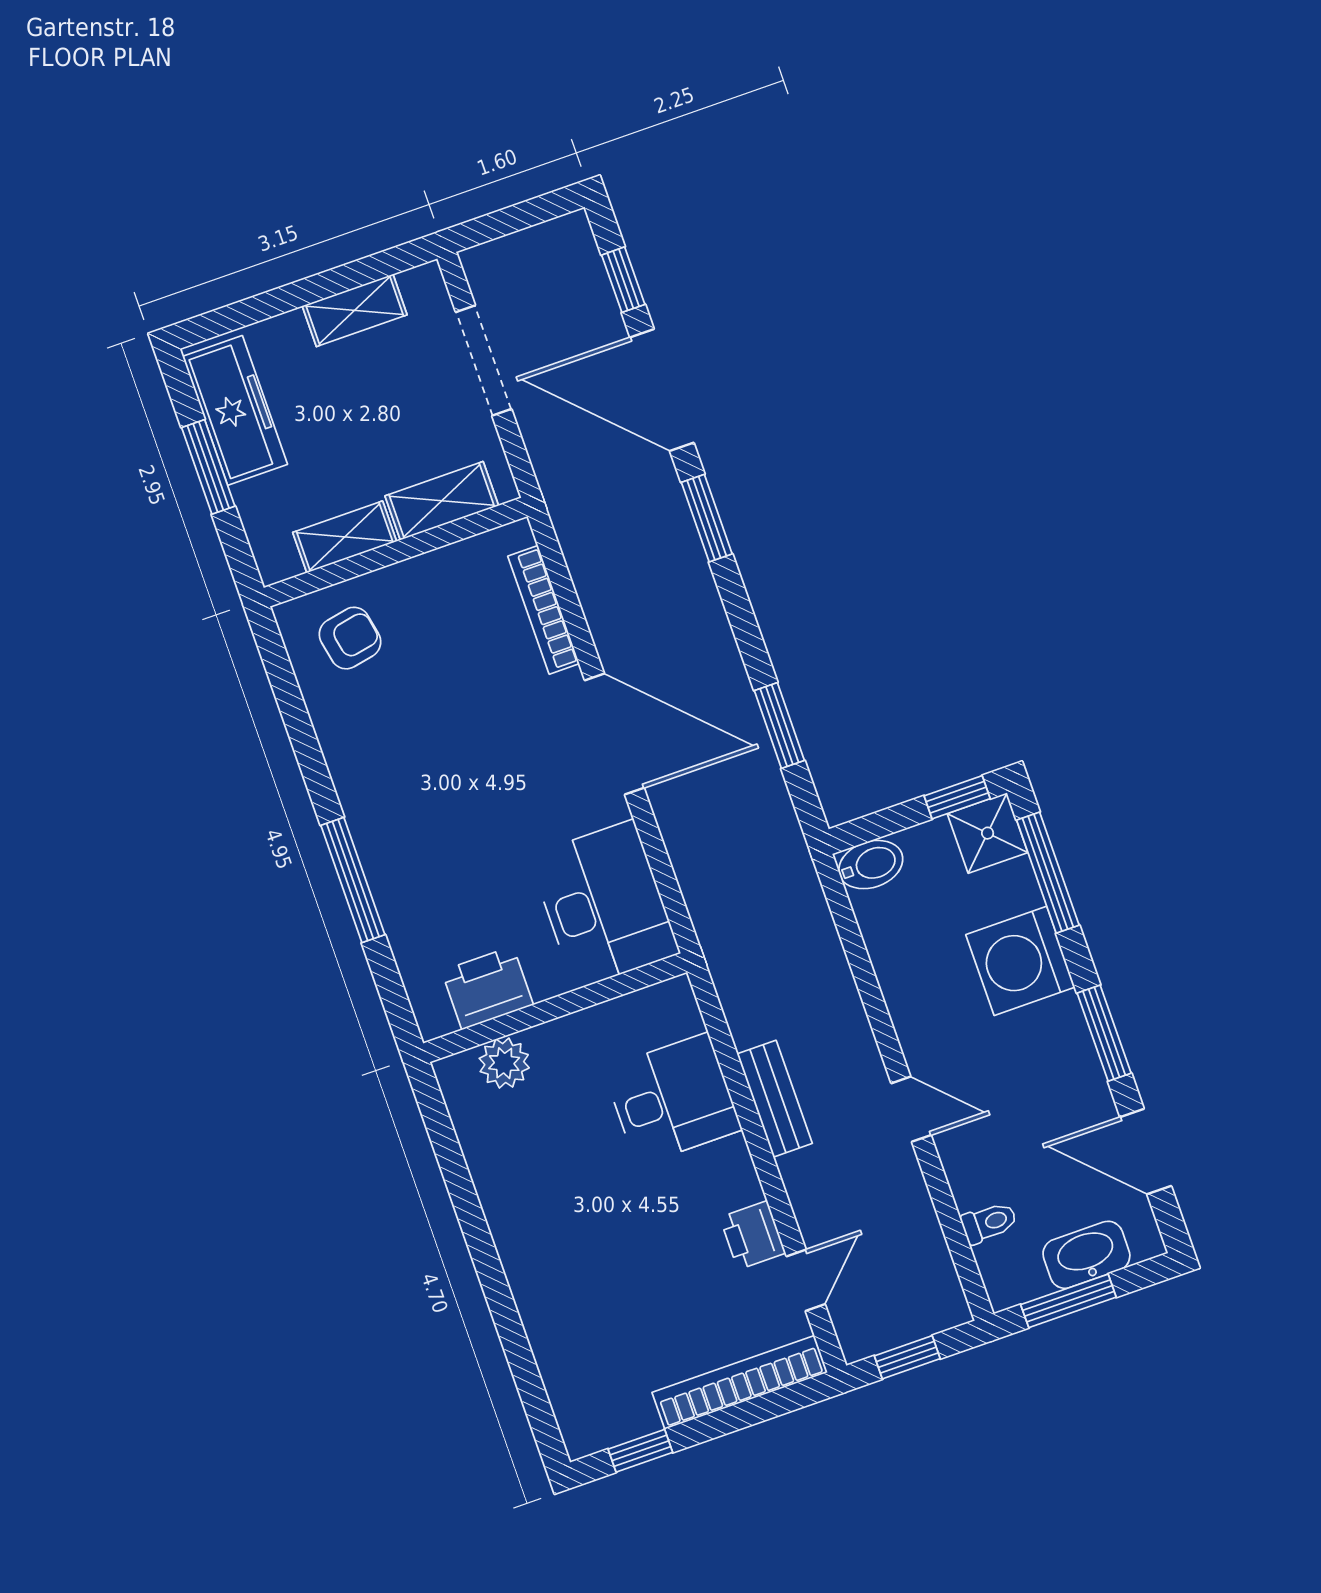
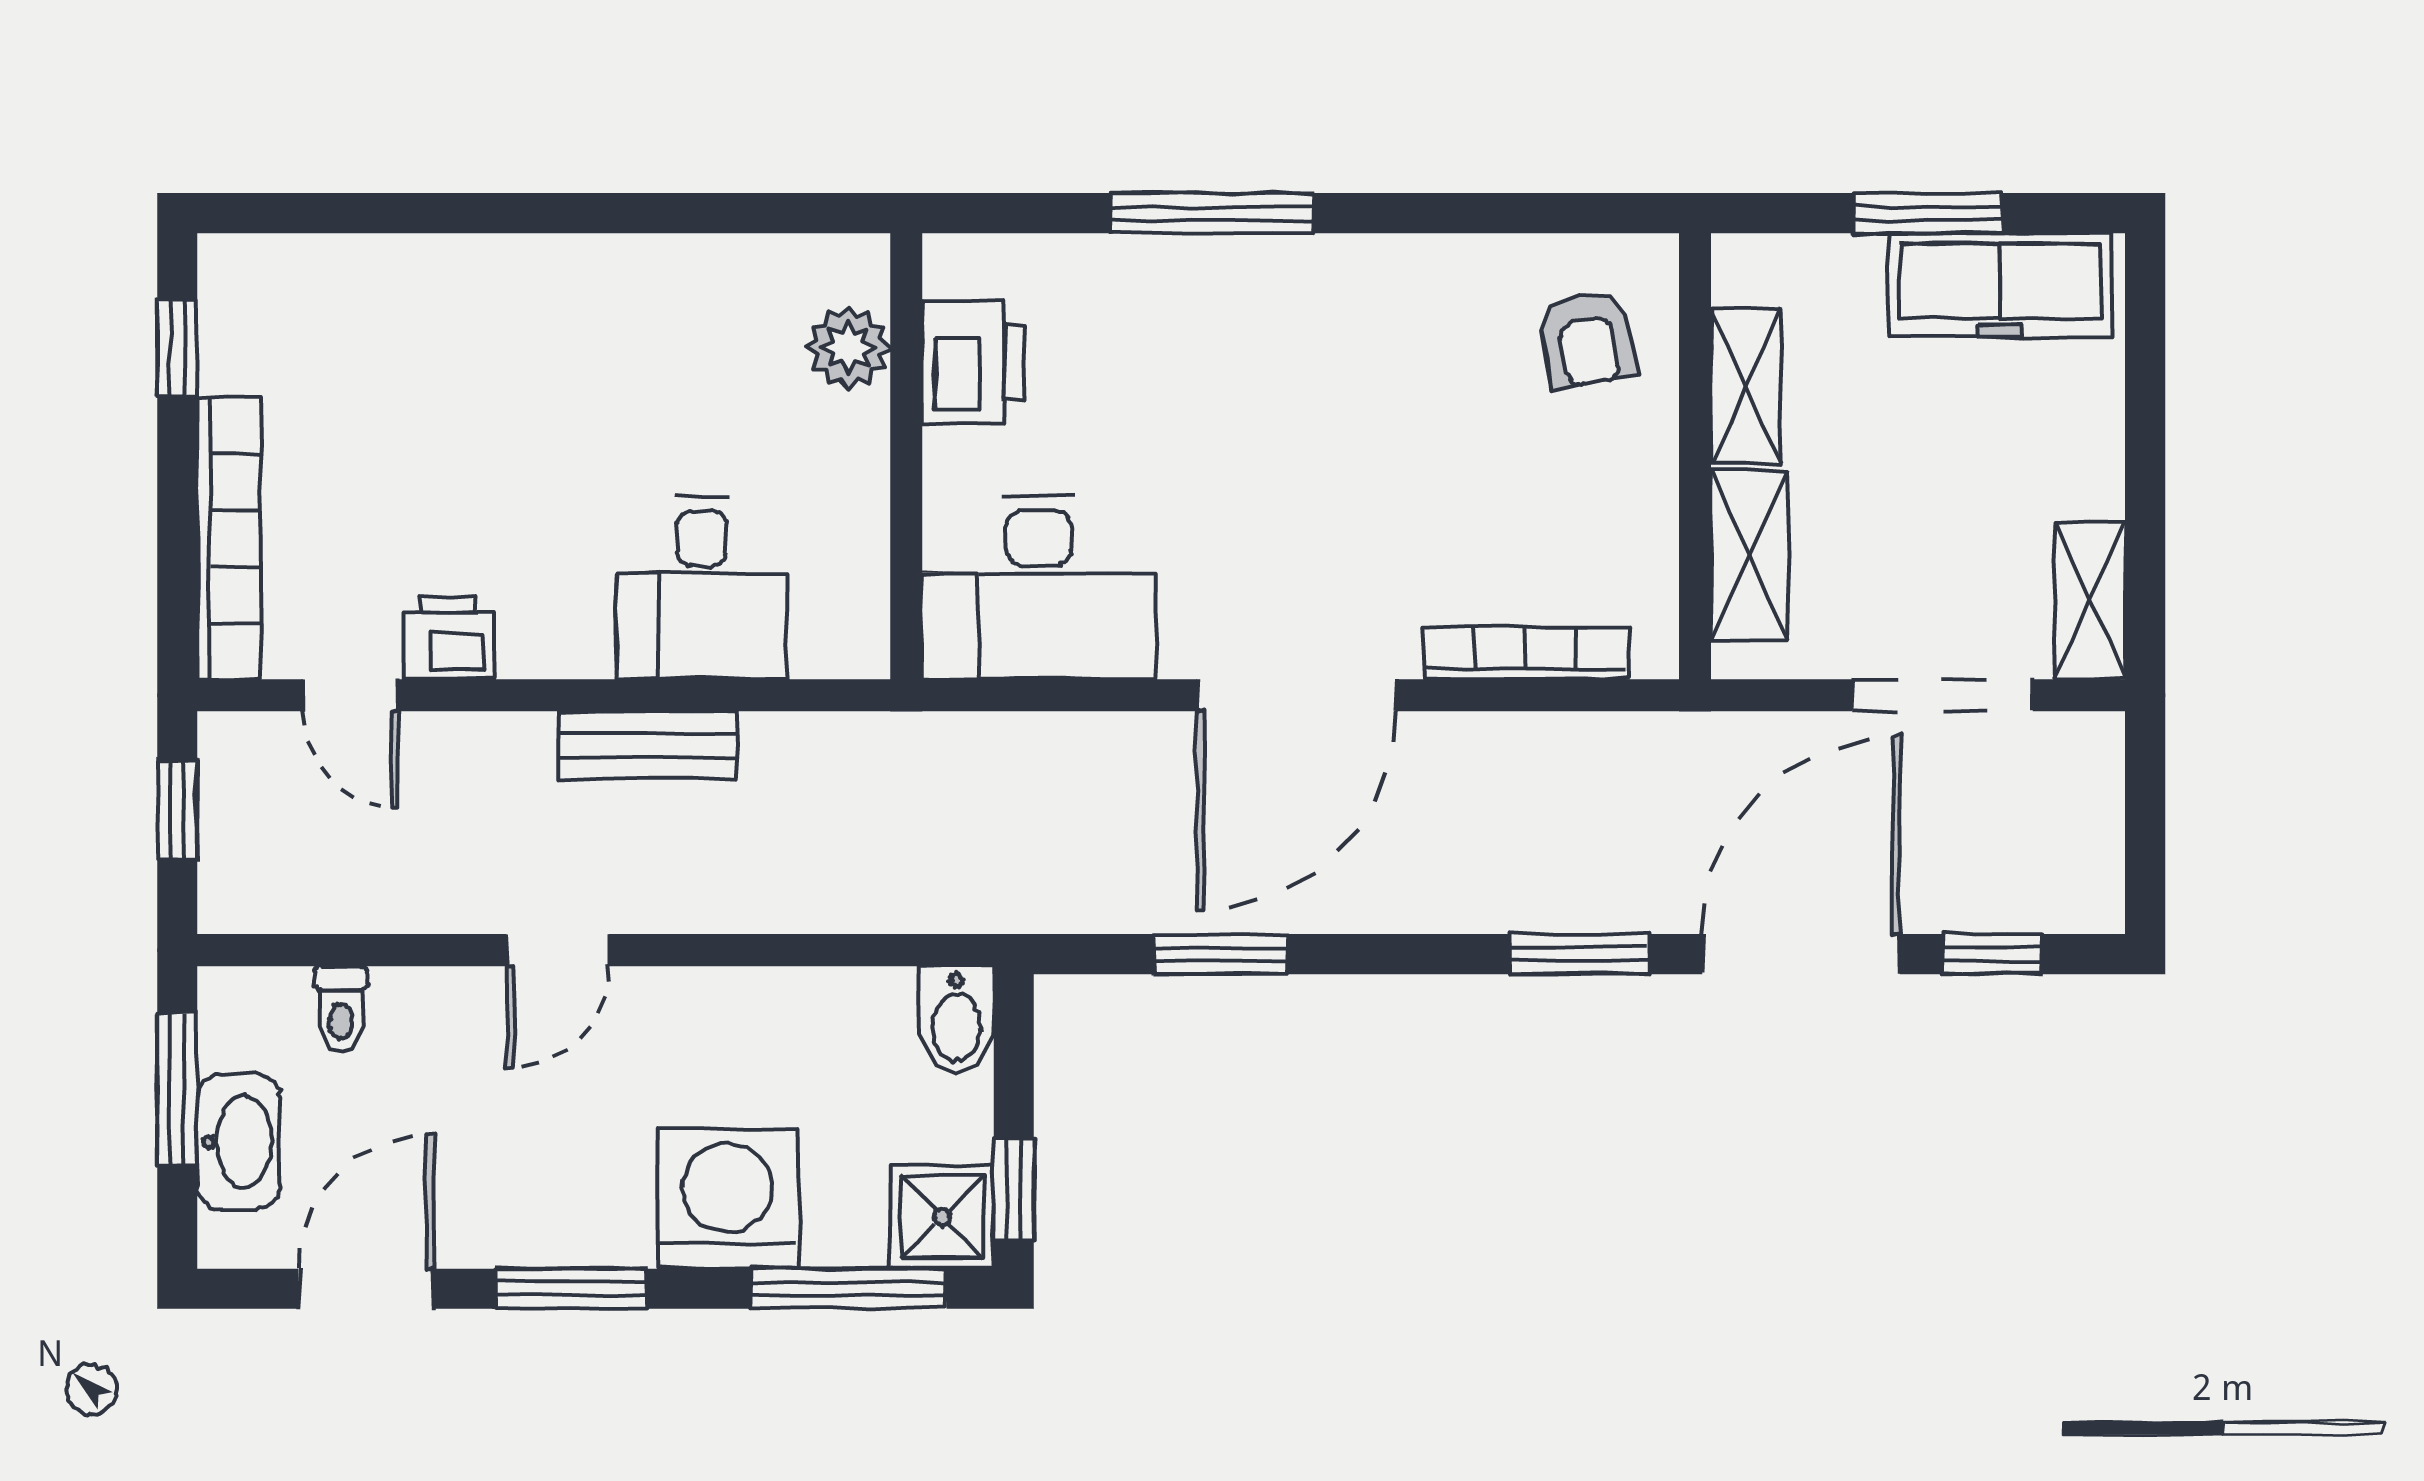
shelving: (355, 310) -> (2090, 601), moved

